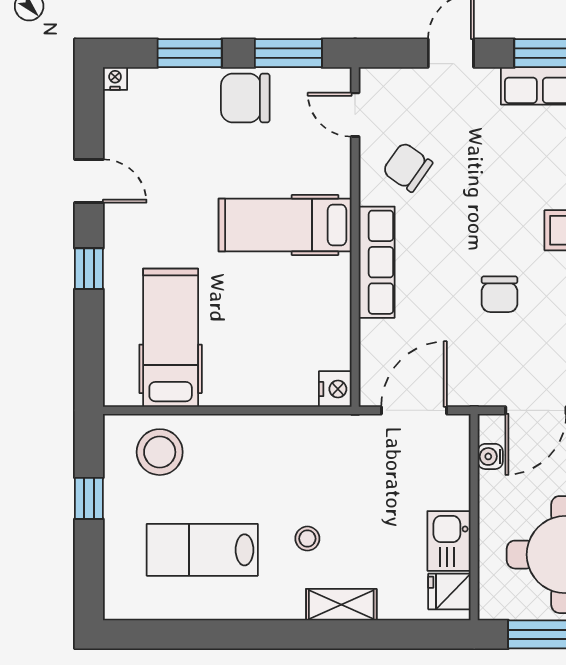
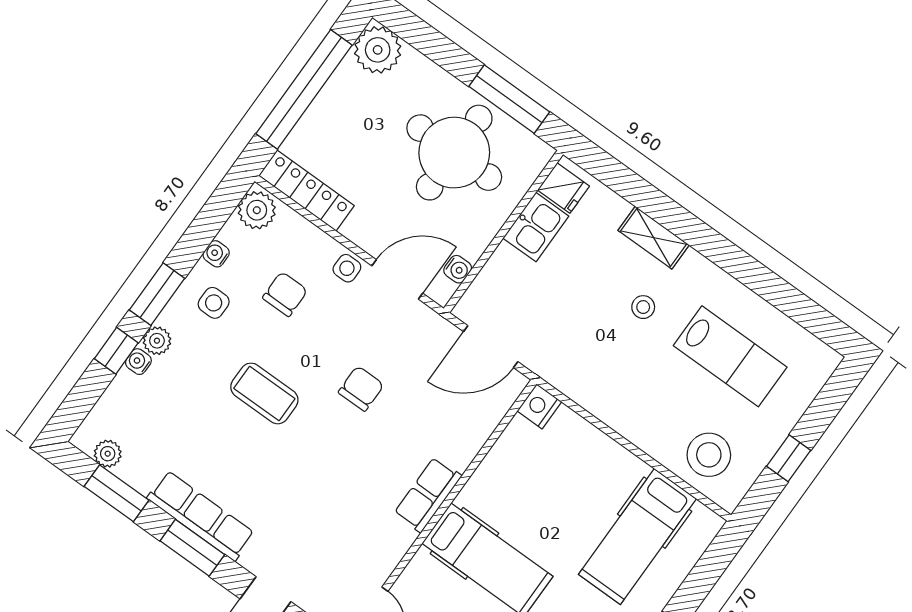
chair: (407, 167) -> (362, 537), removed
row of seats: (377, 262) -> (428, 495), width x0.68

